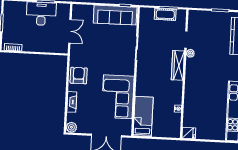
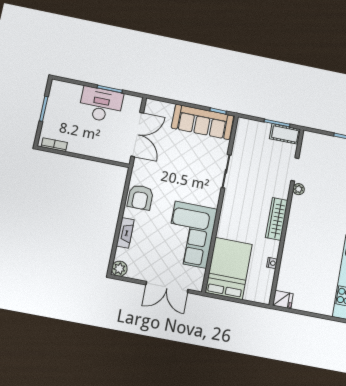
cot: (165, 14) -> (285, 134), moved
double door: (70, 31) -> (137, 134), width x1.37
wardrobe: (178, 65) -> (277, 219), moved
armchair: (79, 76) -> (140, 197), turned 180
bed: (143, 116) -> (229, 268), width x1.50

